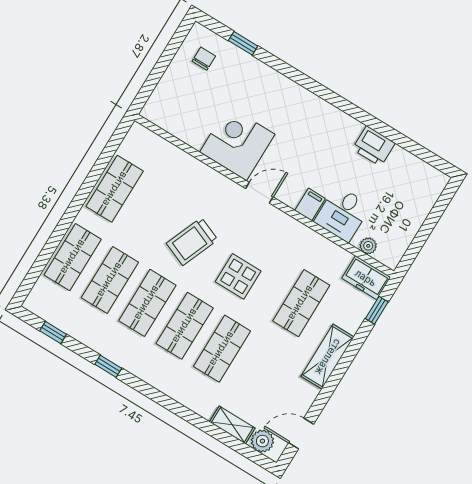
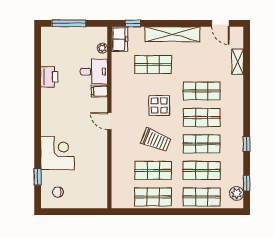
corner desk: (237, 143) -> (57, 153), moved, turned 180
shop shelf: (152, 212) -> (153, 170), added
window: (432, 220) -> (69, 23), added
shelving: (328, 357) -> (172, 34), width x1.47
plant: (262, 441) -> (236, 193), moved

